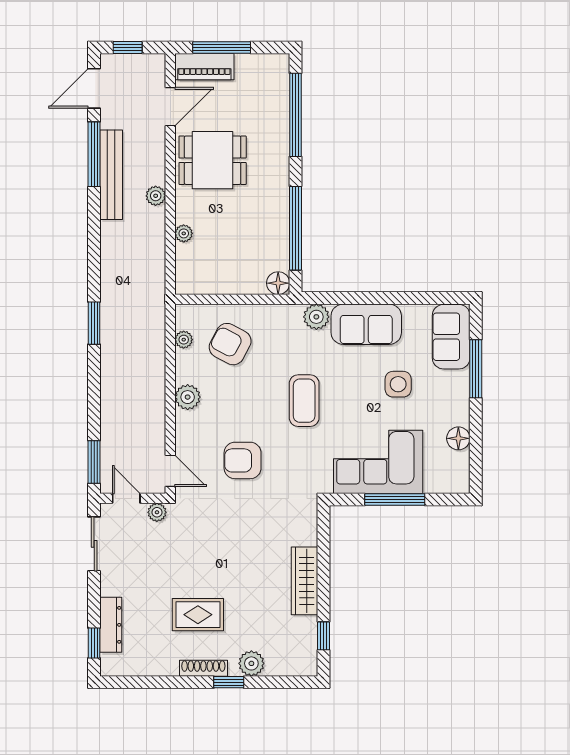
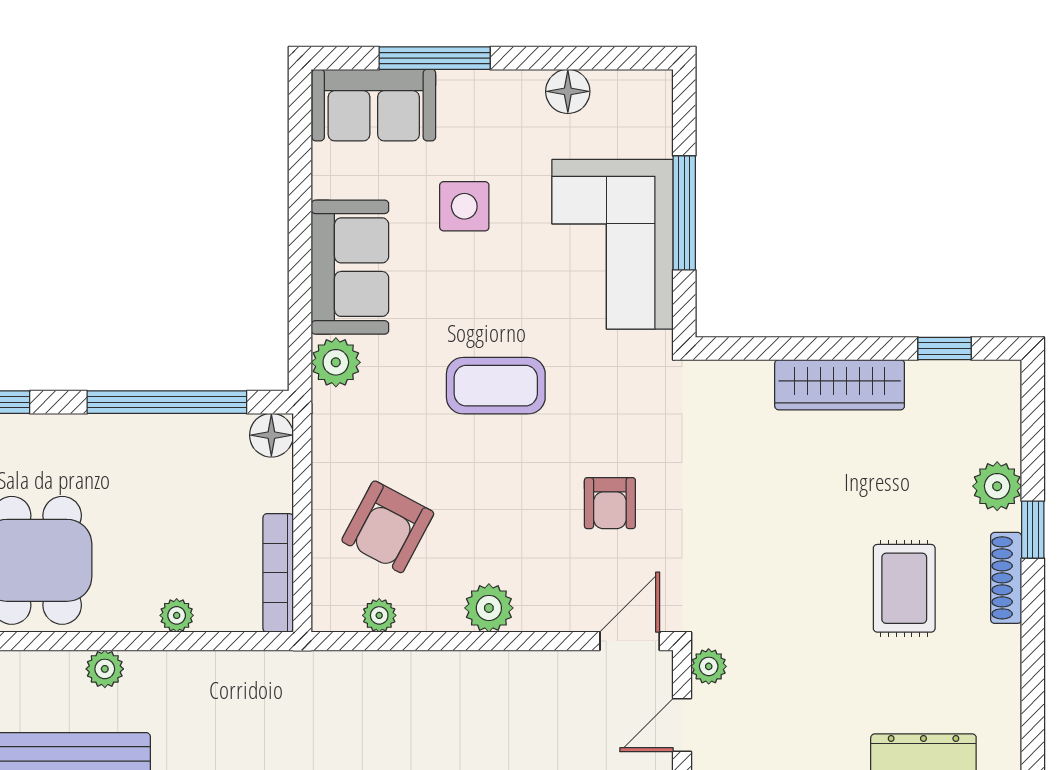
bookcase: (206, 287) -> (278, 573), added
armchair: (243, 460) -> (610, 503), width x0.72, depth x0.72

